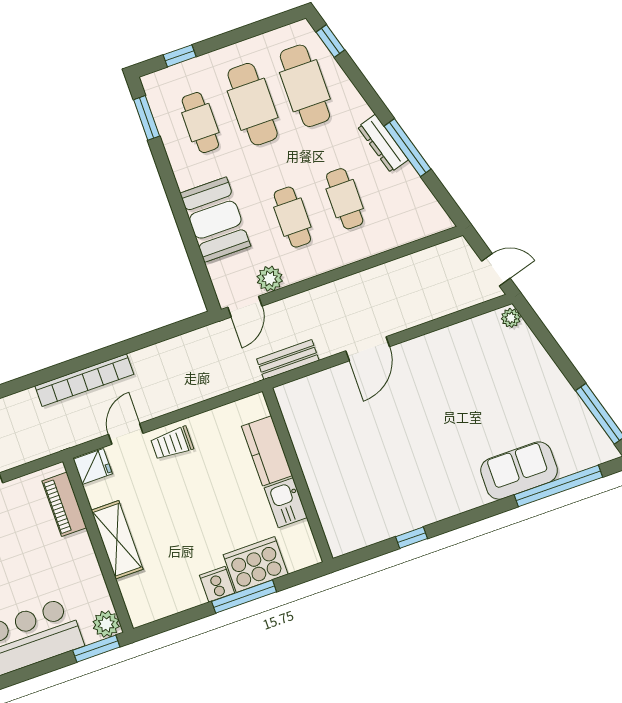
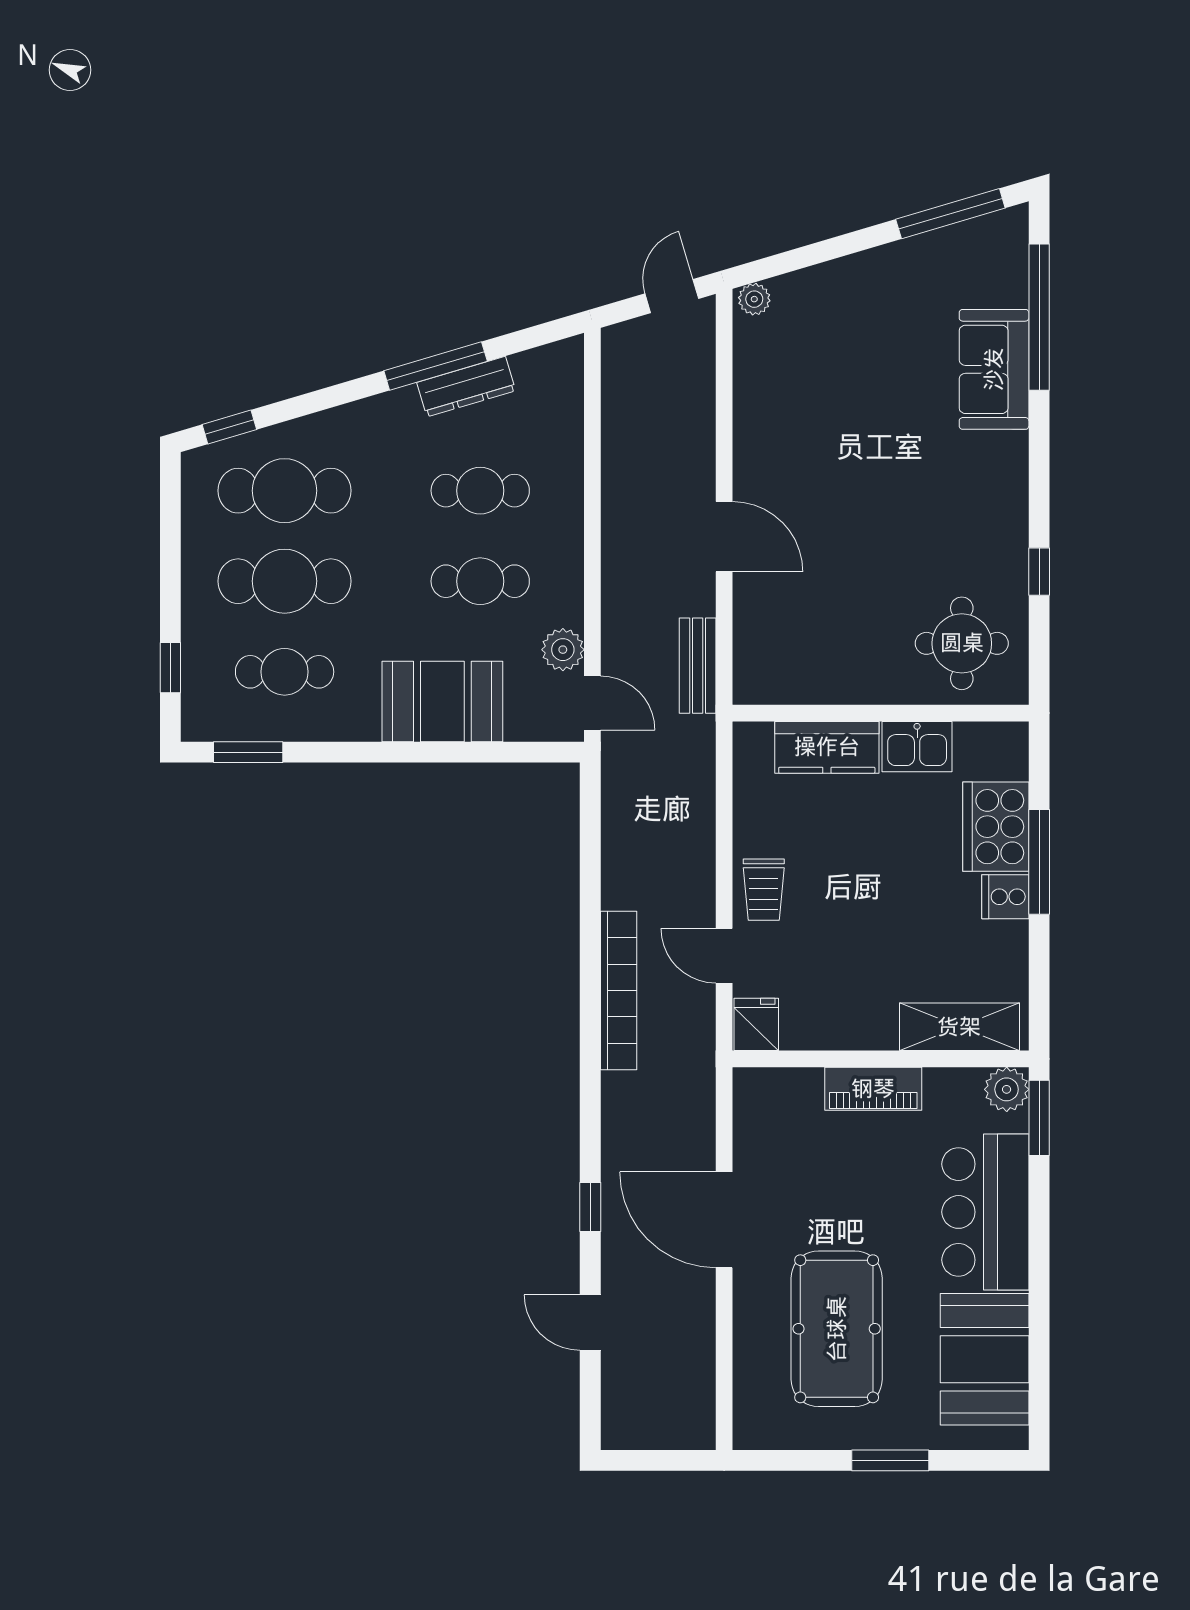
dresser: (383, 143) -> (466, 387), moved
piano: (64, 504) -> (873, 1089), moved
round table: (354, 508) -> (962, 643), added
shelving: (117, 540) -> (959, 1027), moved

